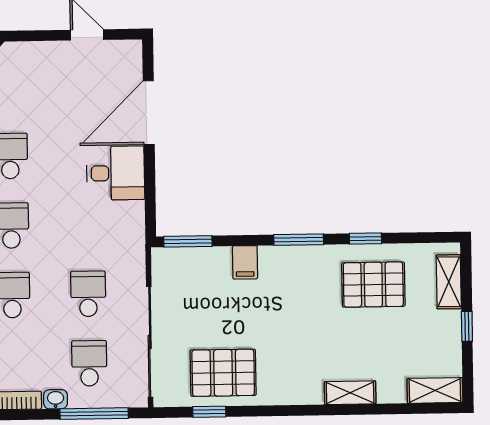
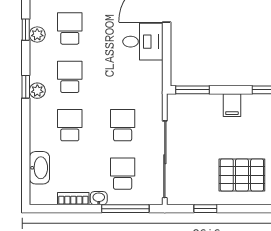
pallet: (223, 373) -> (242, 175), moved

